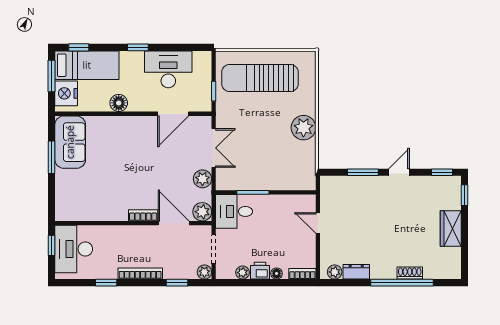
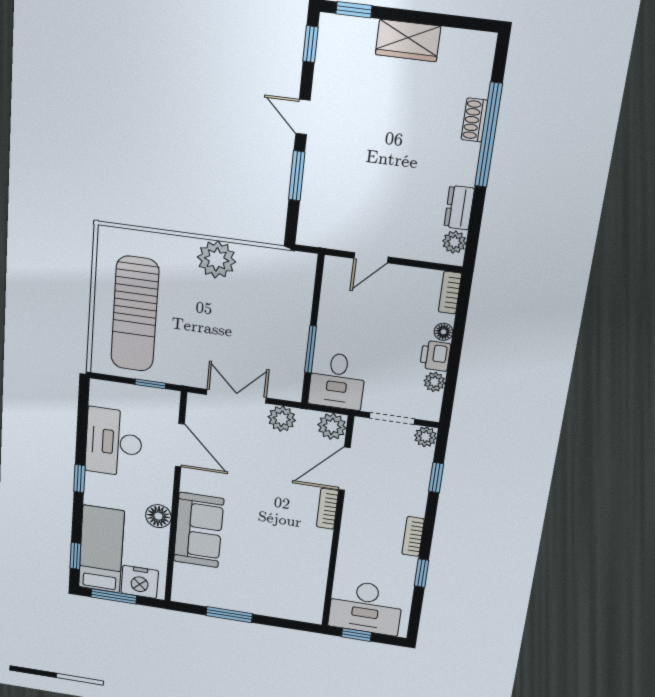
sofa: (70, 142) -> (199, 530), moved, turned 90
bookcase: (140, 274) -> (413, 537), width x0.64

